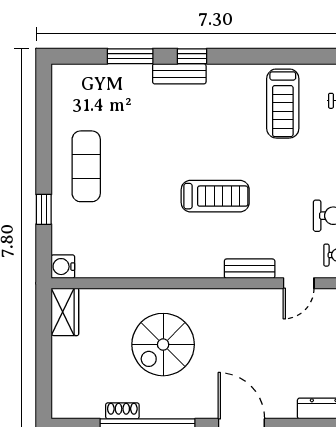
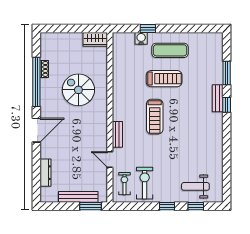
treadmill: (283, 104) -> (164, 79), moved, turned 180
water cooler: (63, 267) -> (141, 38), moved

